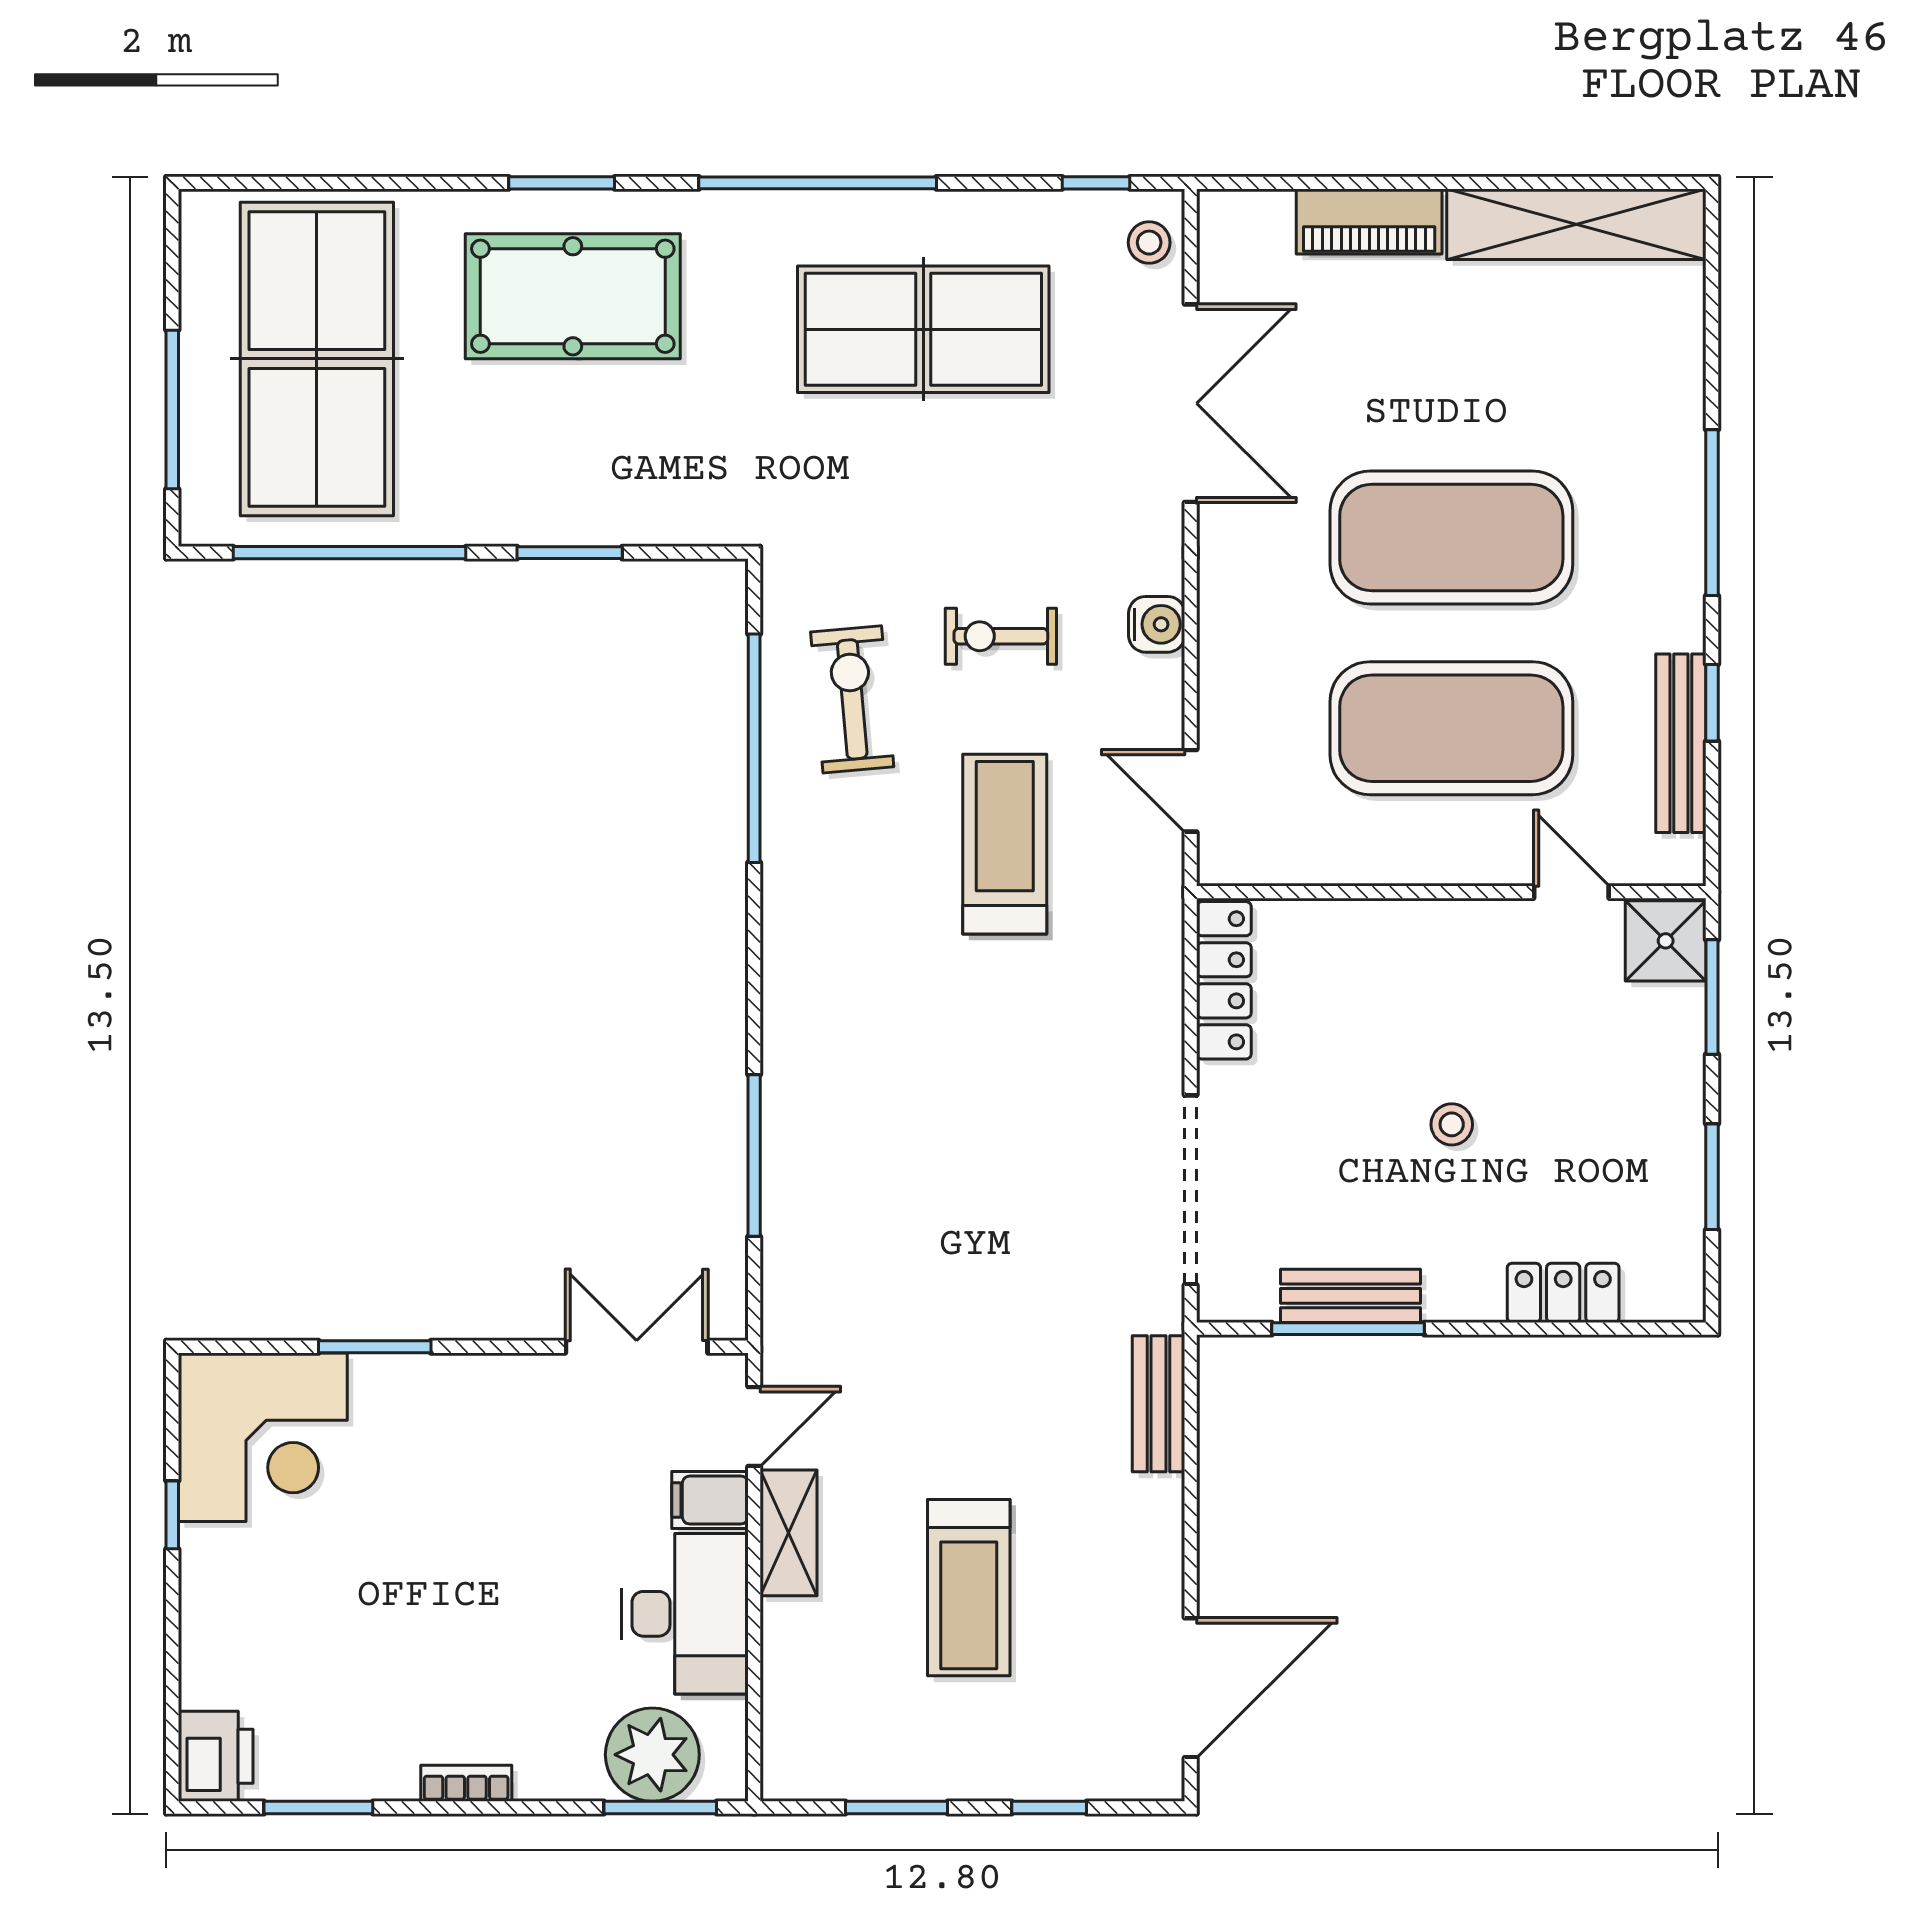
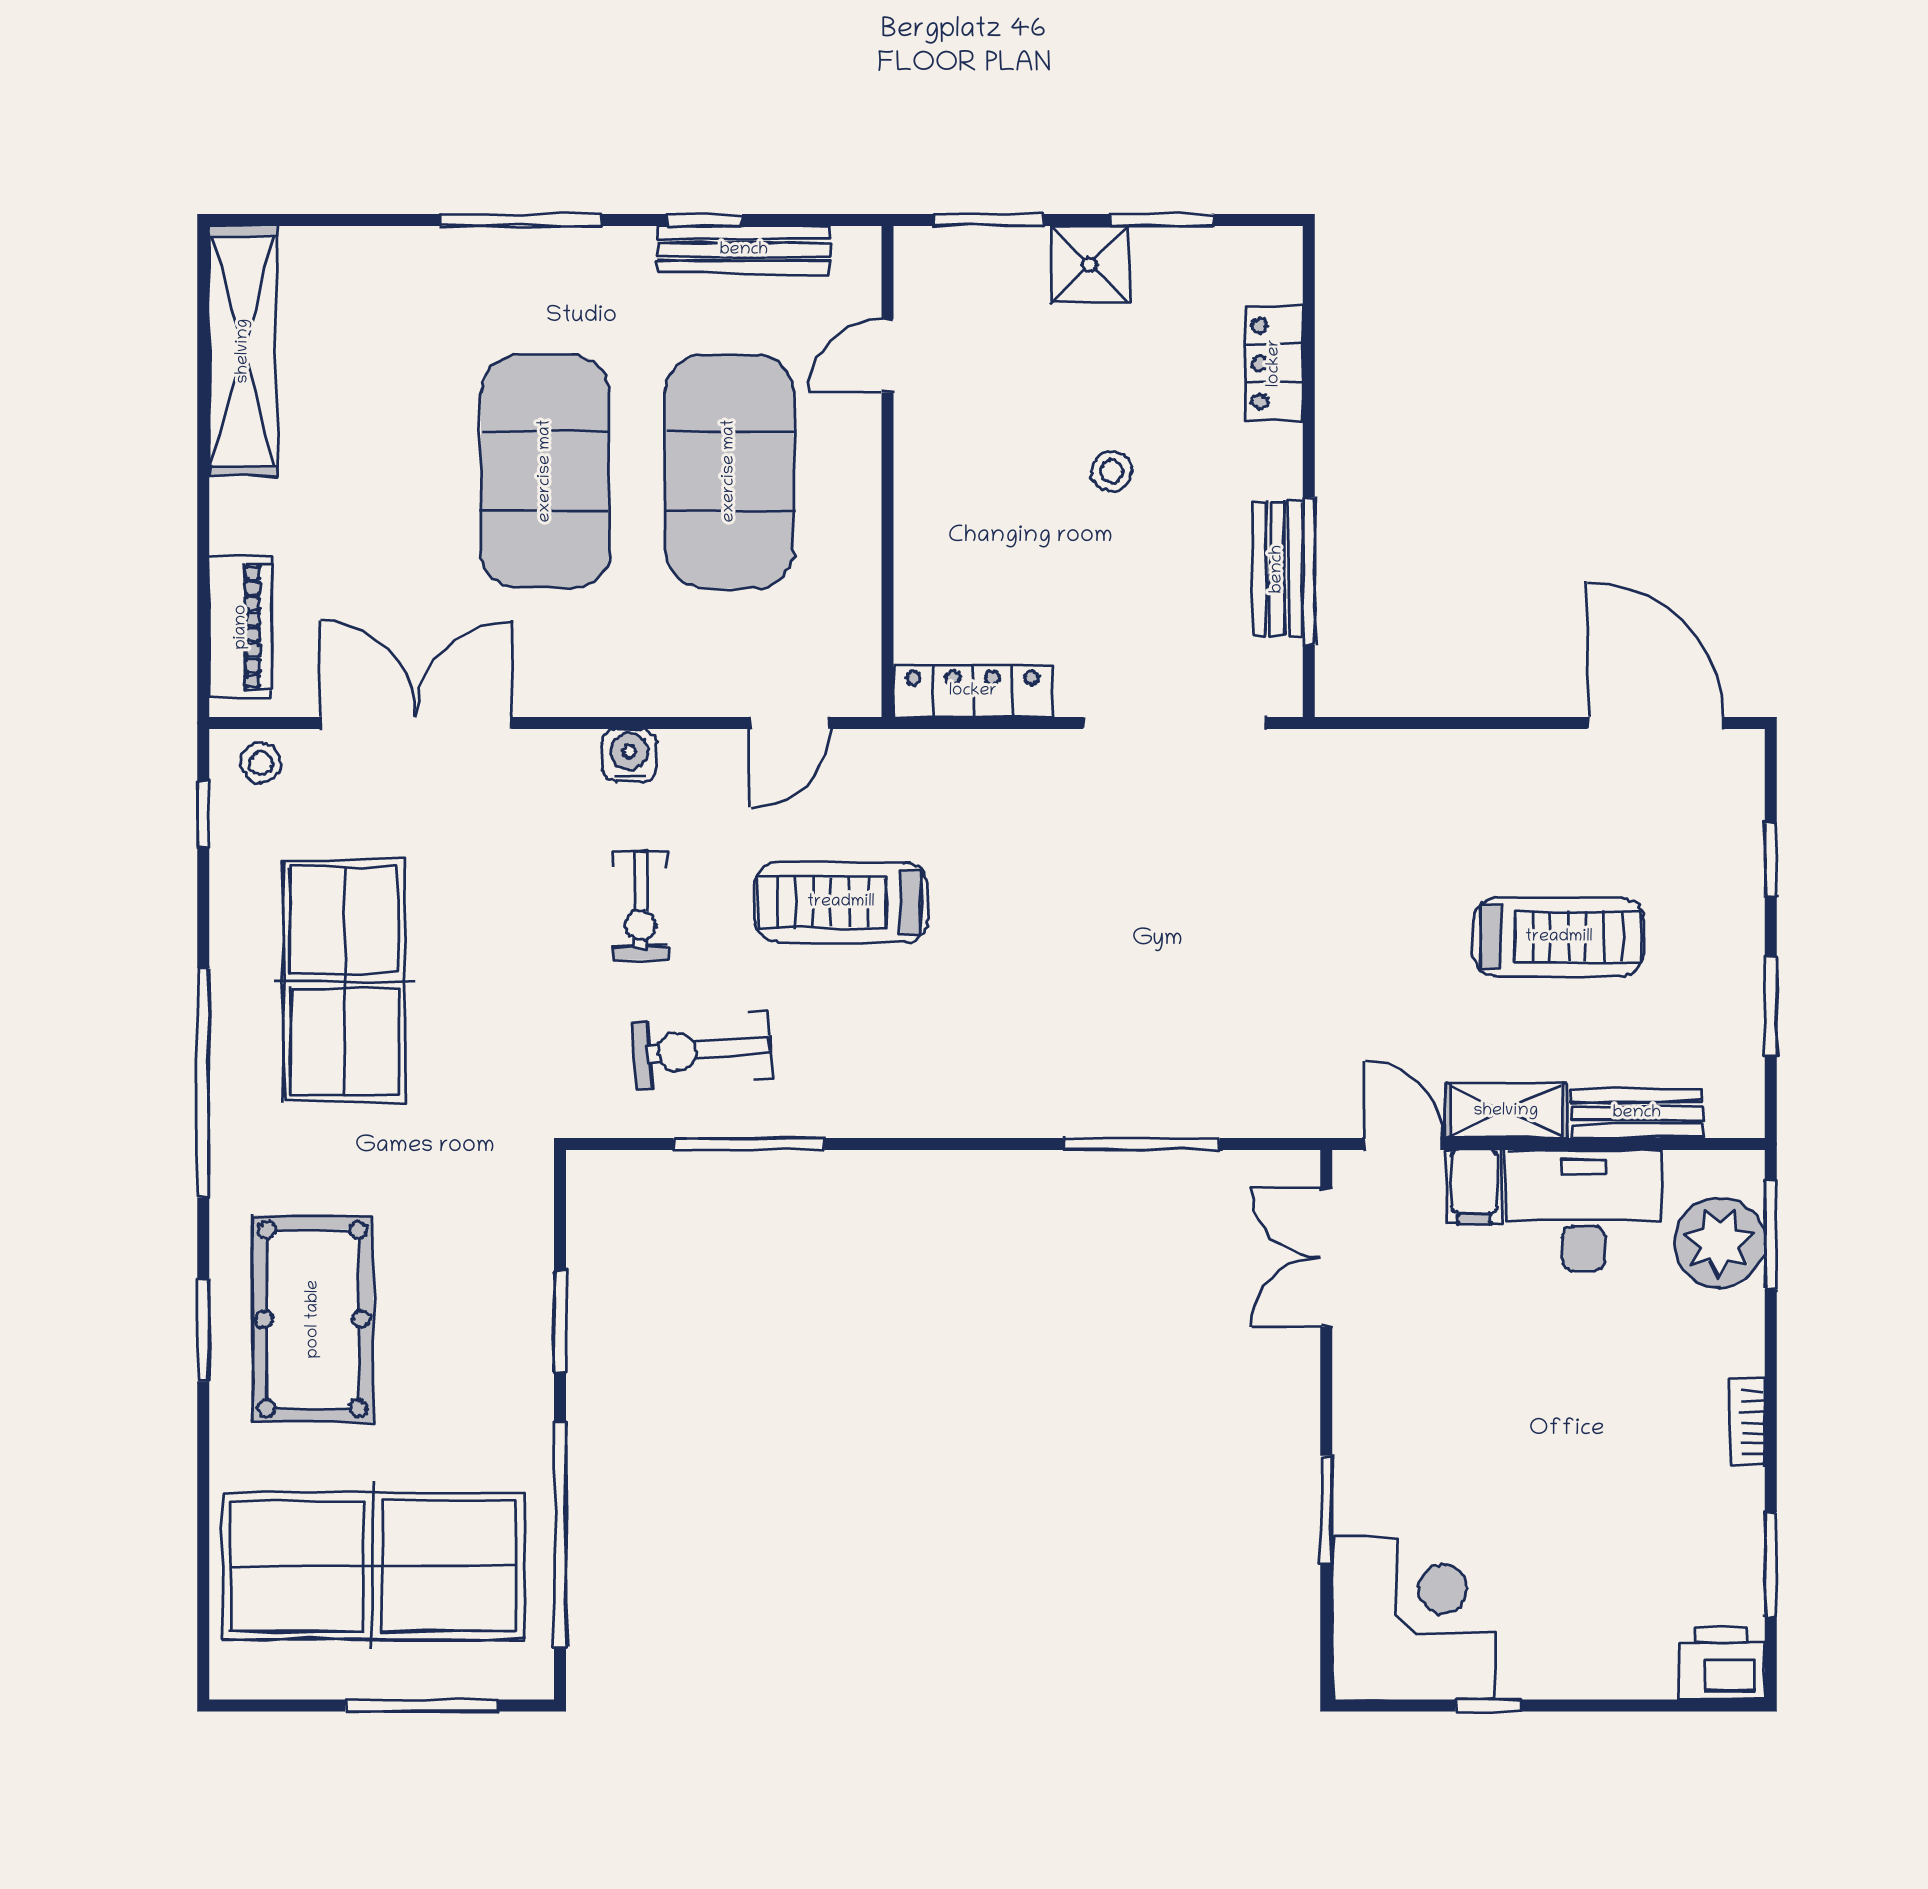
piano: (1369, 221) -> (241, 627), moved
window: (754, 748) -> (749, 1144), width x0.68
shower: (1666, 941) -> (1089, 265), moved
bench: (1159, 1404) -> (1637, 1113), moved

